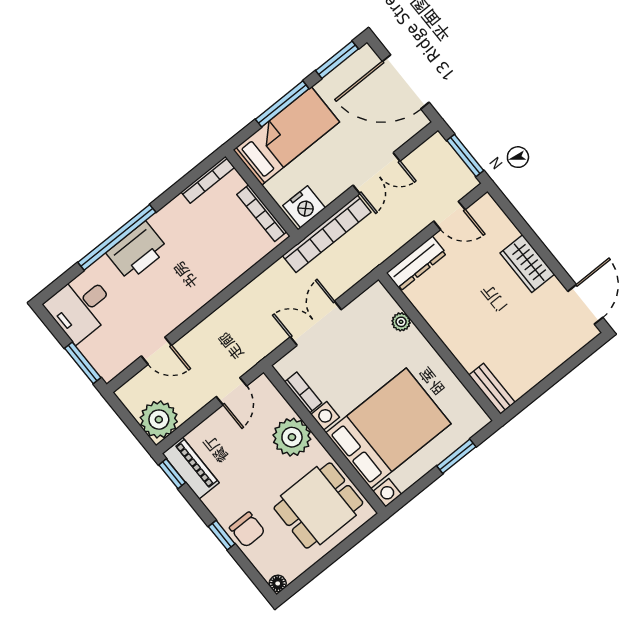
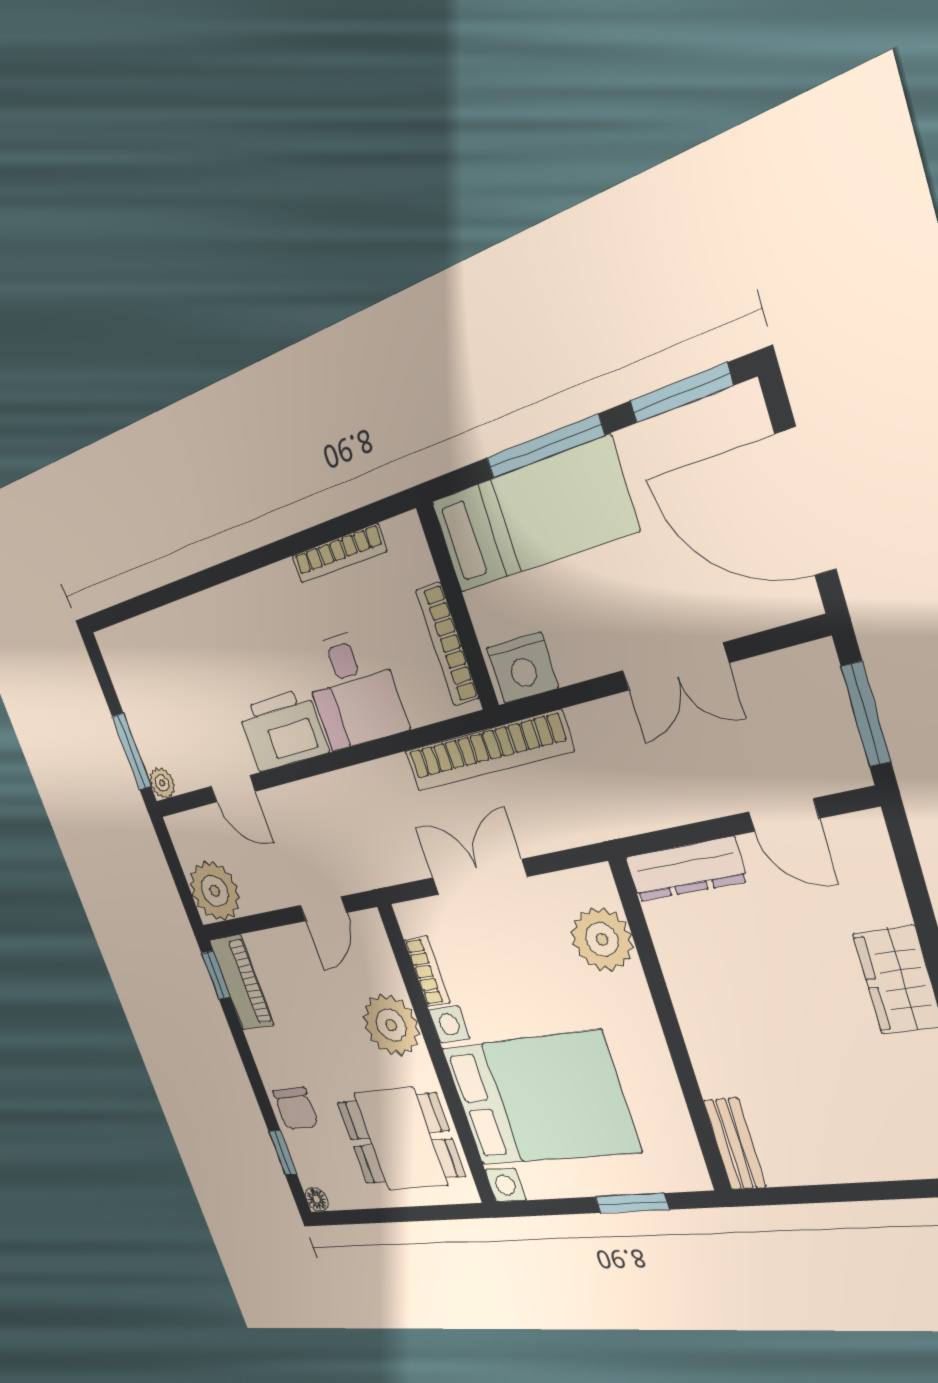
bookcase: (208, 180) -> (339, 554), moved
bookcase: (327, 234) -> (487, 751), moved
window: (117, 237) -> (214, 576), removed
printer: (137, 251) -> (283, 730), moved, turned 180
desk: (81, 307) -> (353, 689), moved, turned -90
plant: (401, 322) -> (602, 939), width x1.88, depth x1.88
plant: (108, 371) -> (162, 783), added
window: (222, 535) -> (283, 1153), moved

